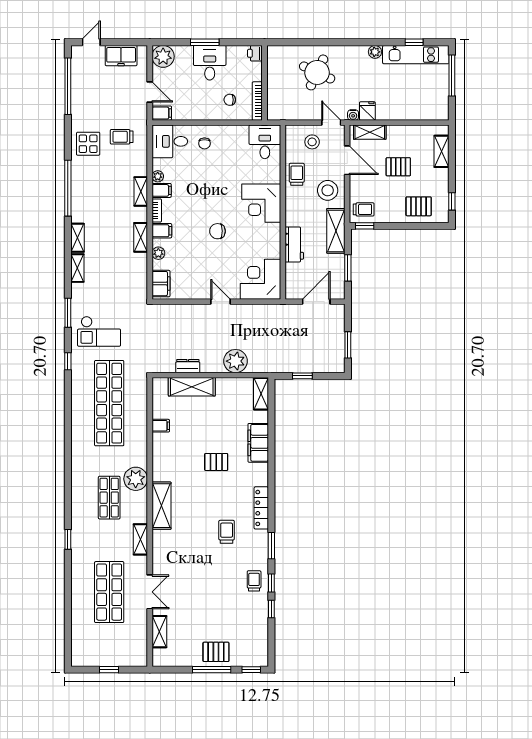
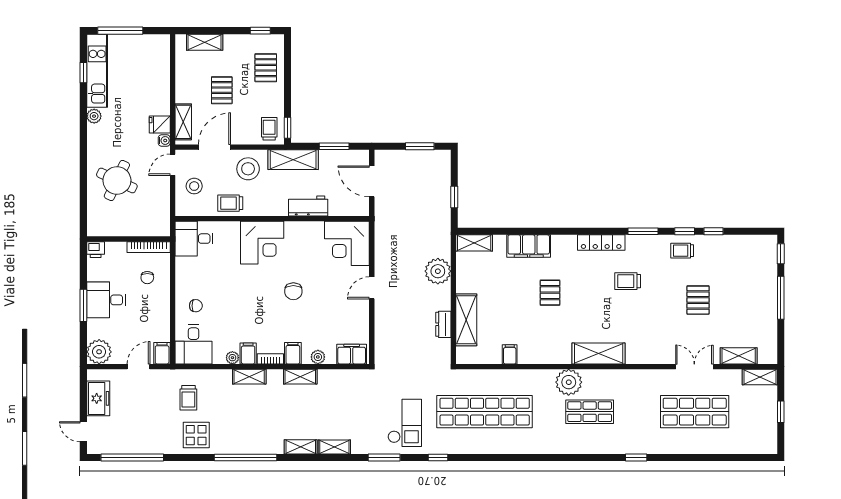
shelving: (140, 539) -> (760, 377), moved
pallet: (216, 652) -> (698, 300), moved

